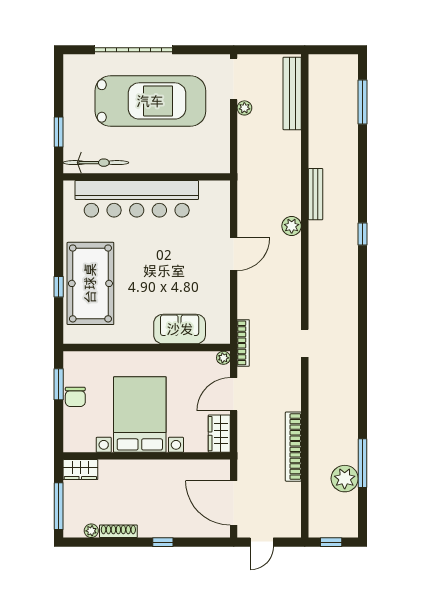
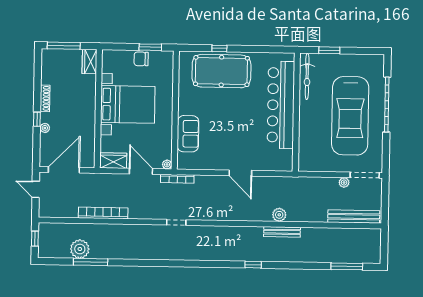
plant: (292, 226) -> (279, 215), moved
plant: (91, 531) -> (45, 128), moved
shoe rack: (118, 531) -> (45, 98), moved

